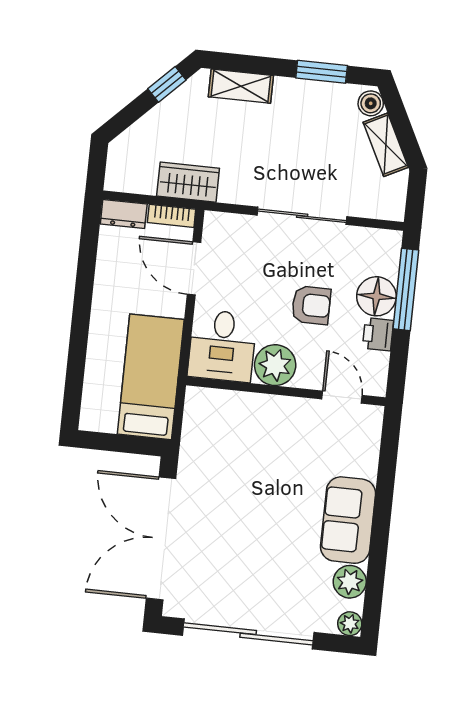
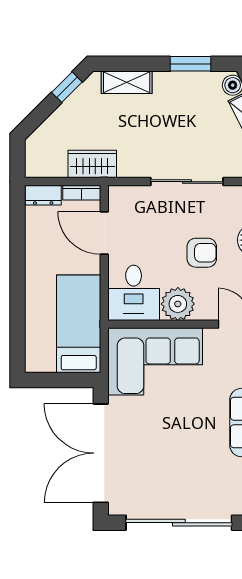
corner sofa: (240, 433) -> (155, 361), added

